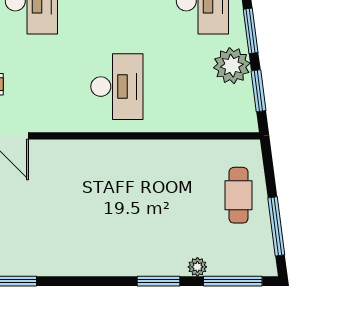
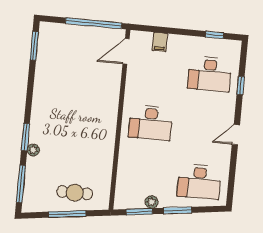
plant: (232, 66) -> (152, 202), width x0.53, depth x0.53
window: (276, 226) -> (67, 214), moved
plant: (197, 267) -> (33, 150), moved

